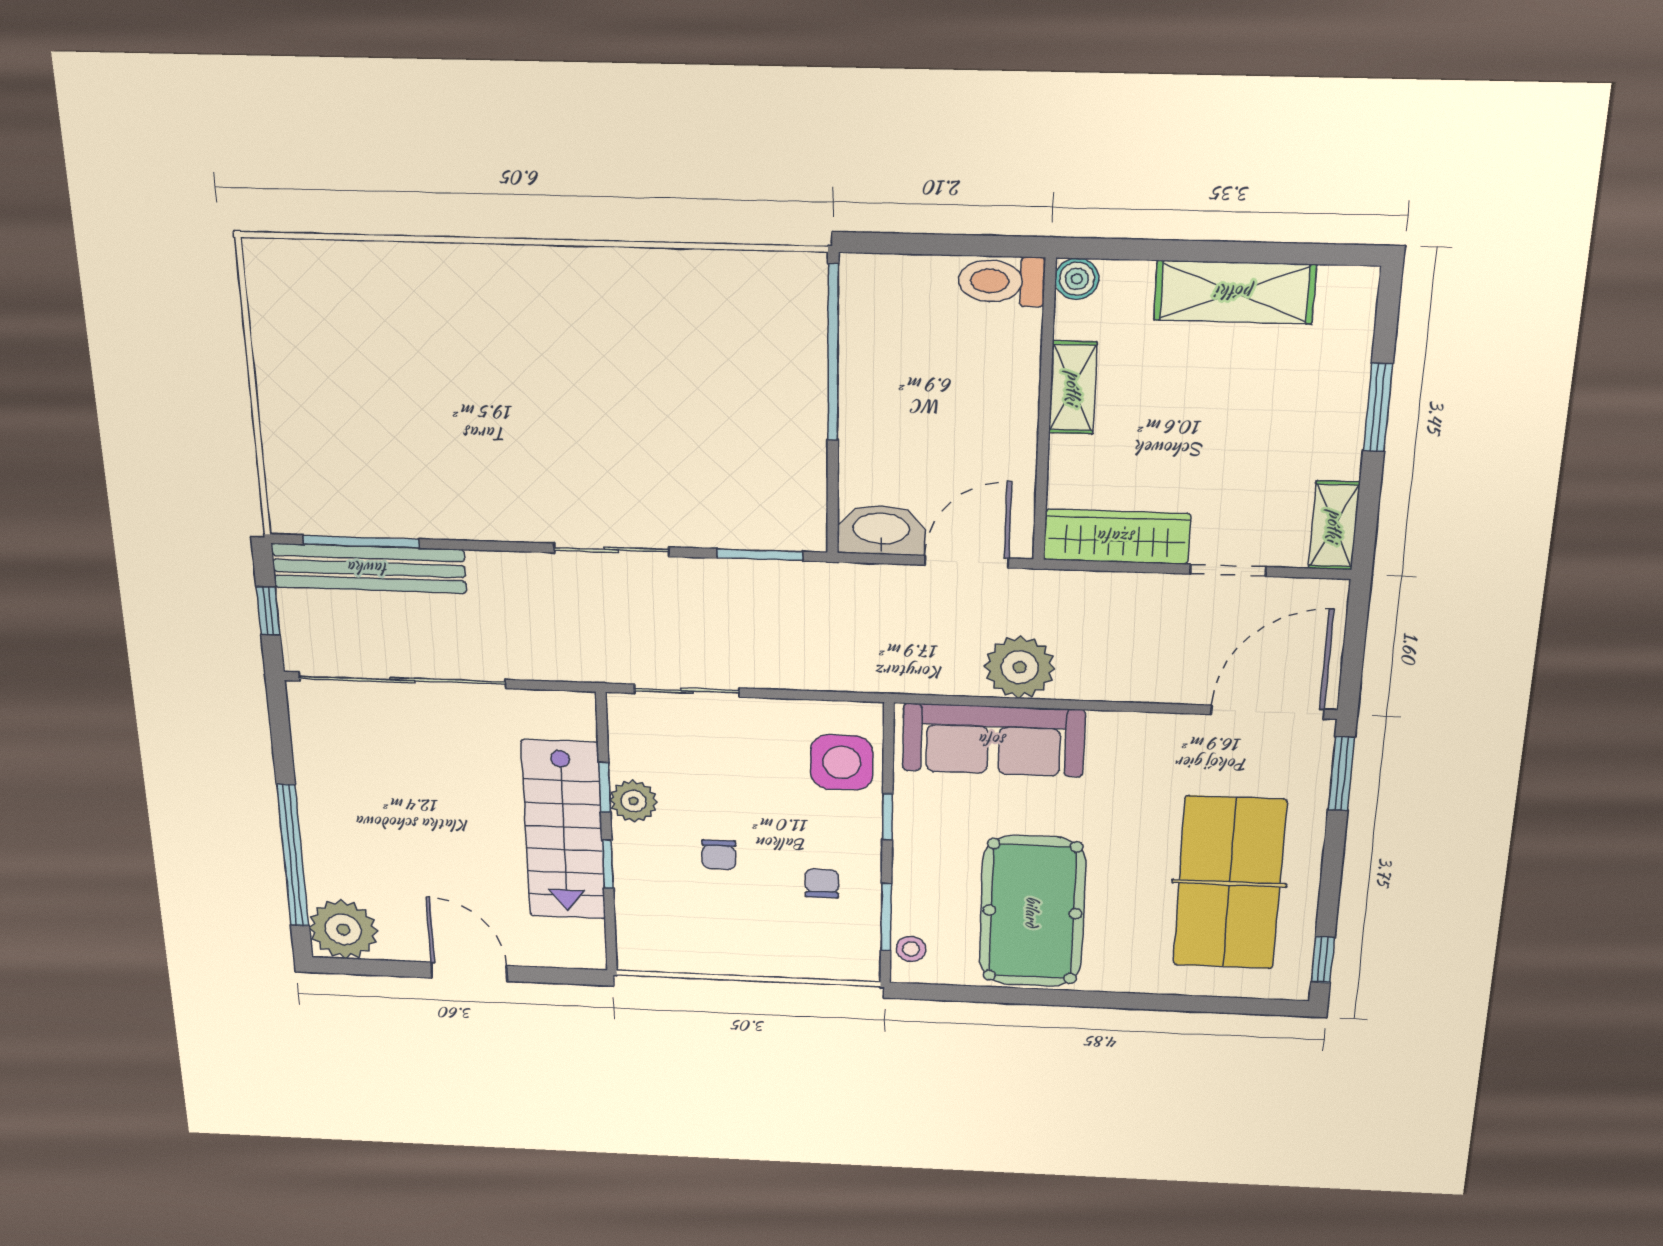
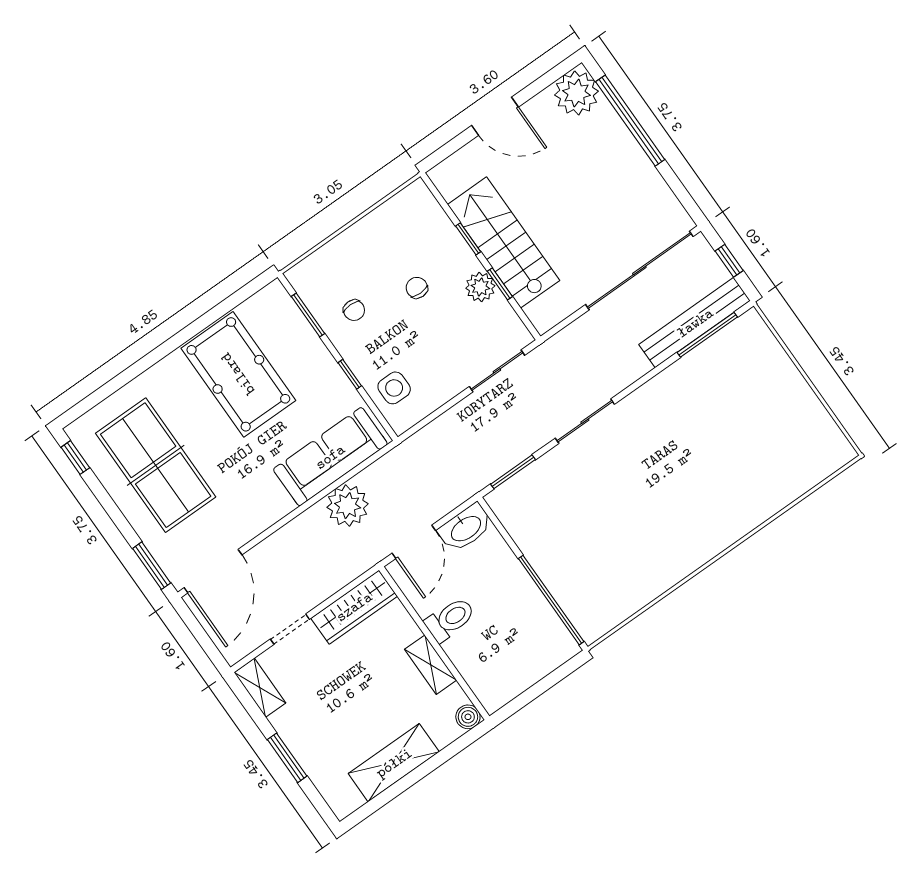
toilet: (1002, 281) -> (450, 619), moved
side table: (842, 762) -> (394, 388), width x0.73, depth x0.73
stool: (911, 949) -> (282, 306), removed

